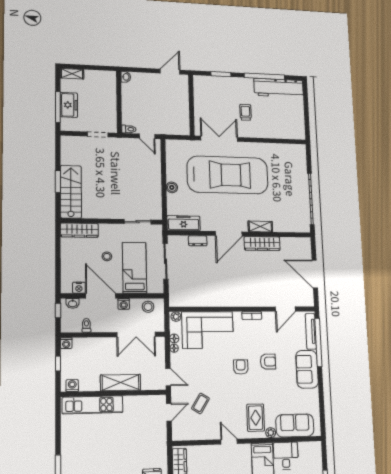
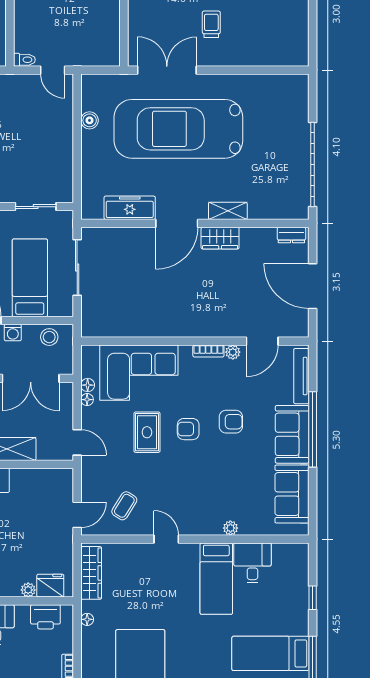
car: (228, 175) -> (178, 129), turned 180
boiler: (172, 187) -> (90, 120), moved
freezer: (184, 223) -> (130, 208), moved
dresser: (198, 241) -> (291, 235), moved
wardrobe: (262, 243) -> (220, 238), width x0.67
plant: (176, 317) -> (233, 352), moved
window: (318, 342) -> (313, 429), moved
armchair: (241, 367) -> (188, 429), turned -90
coffee table: (200, 403) -> (124, 506), moved
door: (169, 412) -> (77, 515), moved
rug: (256, 418) -> (147, 432), moved
sofa: (295, 425) -> (292, 494), moved, turned -90

